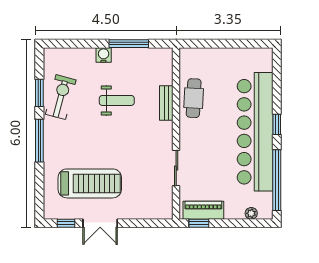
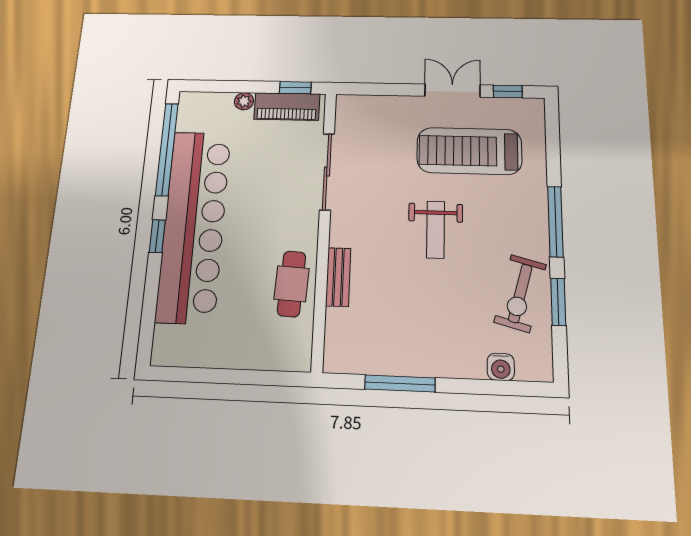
water cooler: (104, 55) -> (501, 367), moved
weight bench: (117, 100) -> (436, 230), moved, turned -90
sliding door: (176, 168) -> (327, 172), width x1.37
plant: (251, 213) -> (244, 101), moved

